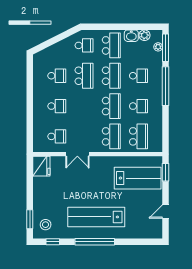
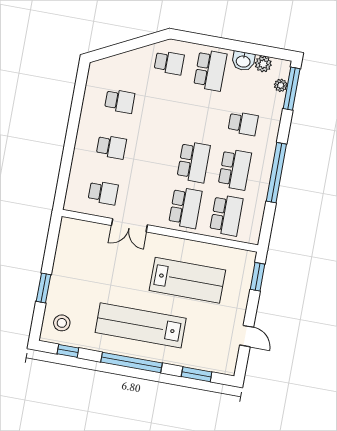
school desk: (84, 76) -> (161, 109), removed
school desk: (111, 76) -> (202, 116), removed
window: (166, 86) -> (276, 173), moved
school desk: (138, 106) -> (235, 169), width x1.85
fridge: (41, 166) -> (72, 234), removed
lab bench: (138, 178) -> (187, 280), moved
door: (166, 212) -> (247, 336), swing flipped
window: (30, 219) -> (44, 288), moved
window: (138, 242) -> (197, 374), added

